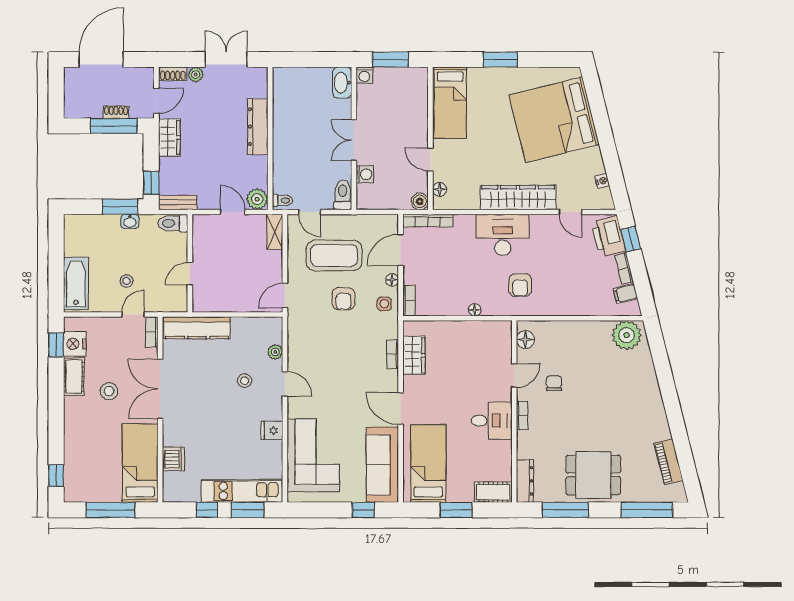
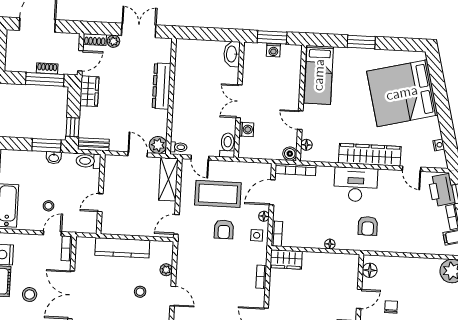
washing machine: (364, 75) -> (273, 50), moved
shelving: (275, 232) -> (168, 179), width x1.50, depth x1.33
kitchen counter: (197, 328) -> (122, 248), moved
wardrobe: (414, 355) -> (286, 259), moved, turned 90

